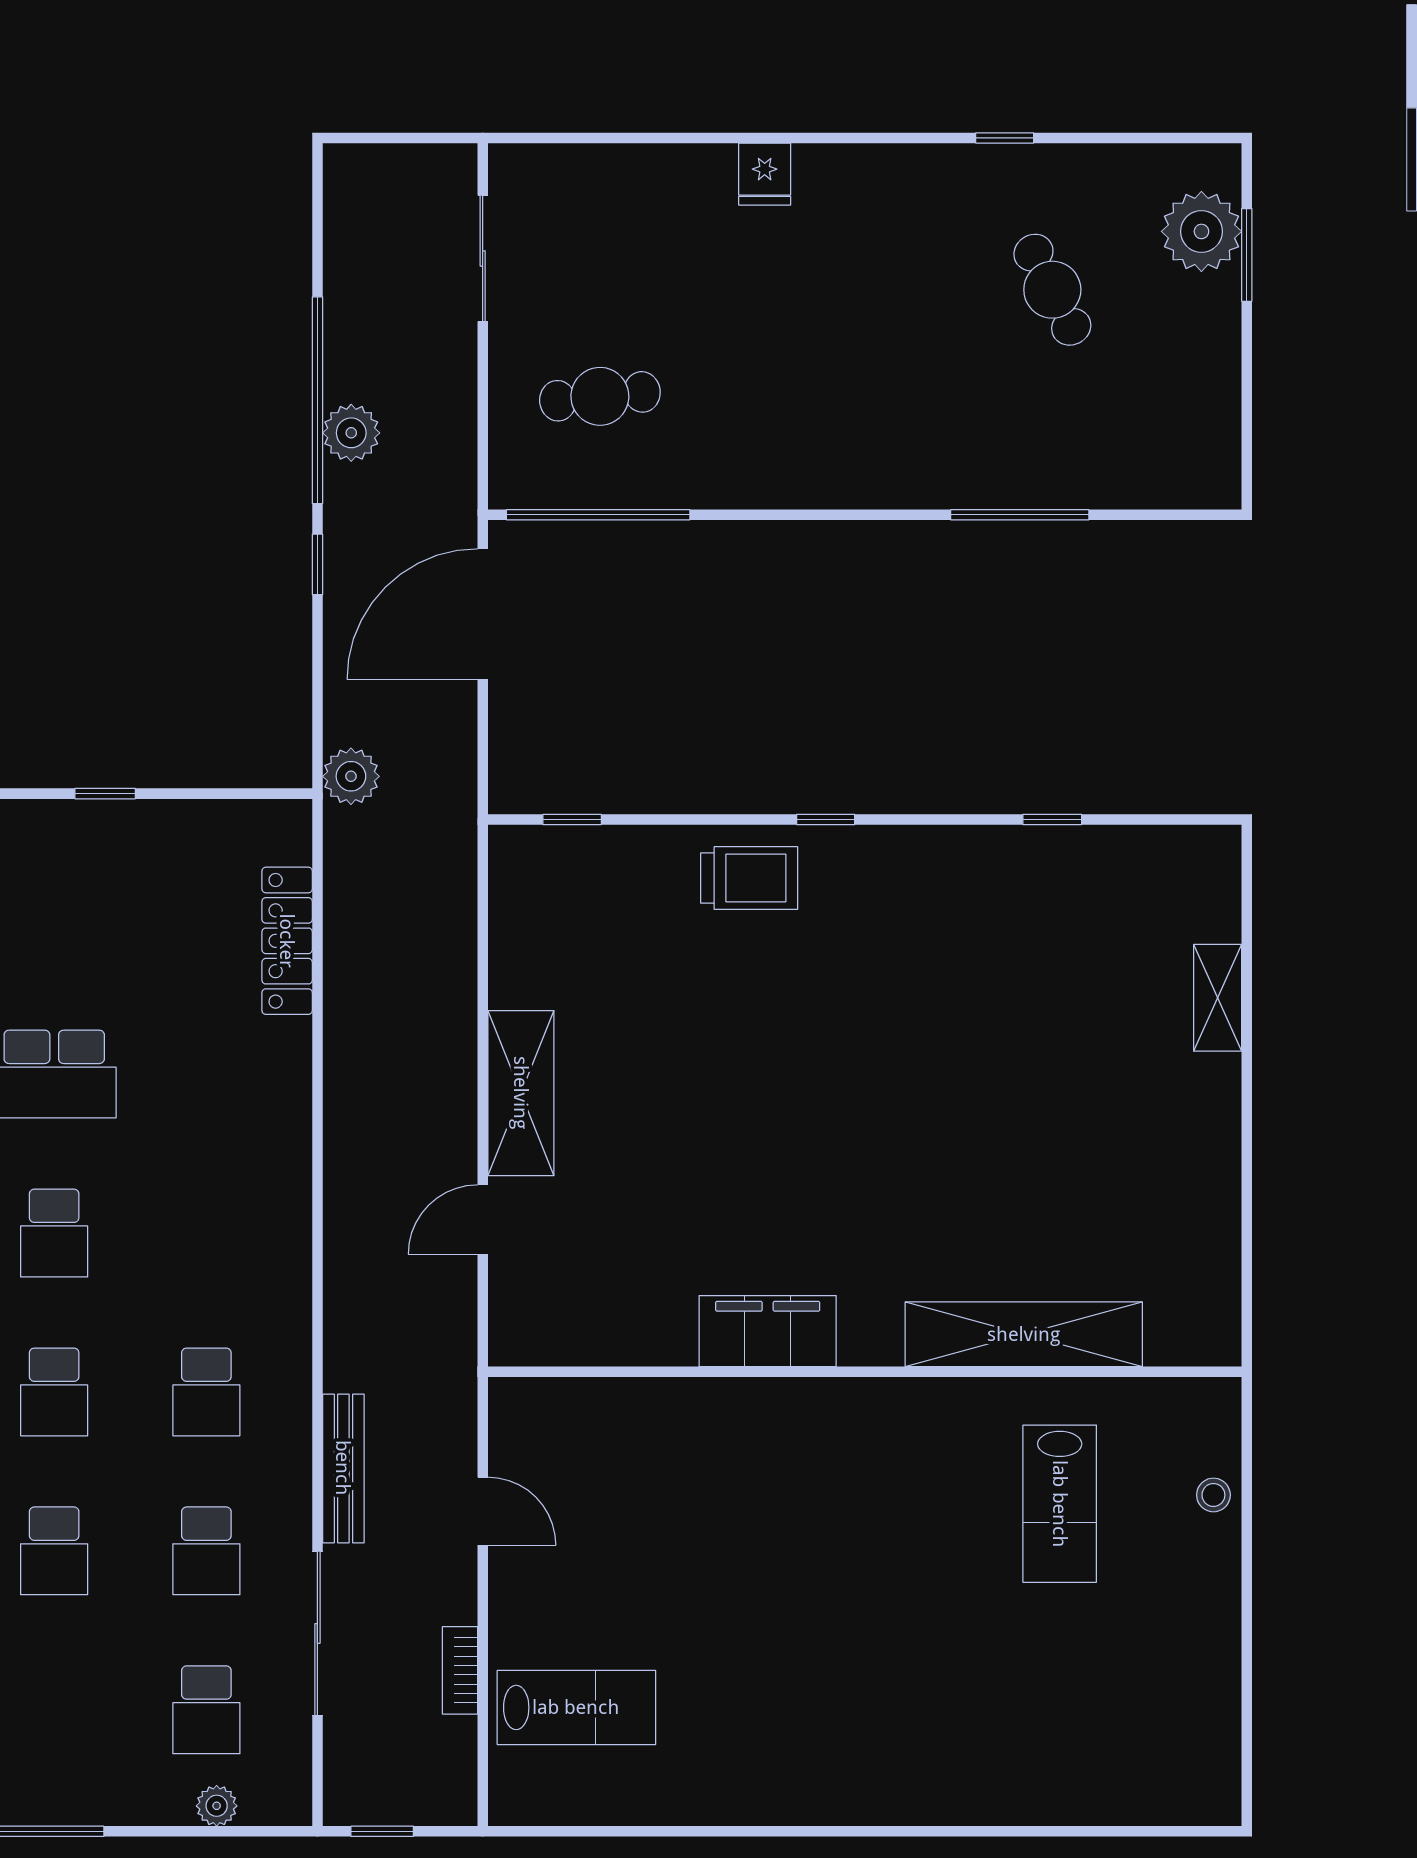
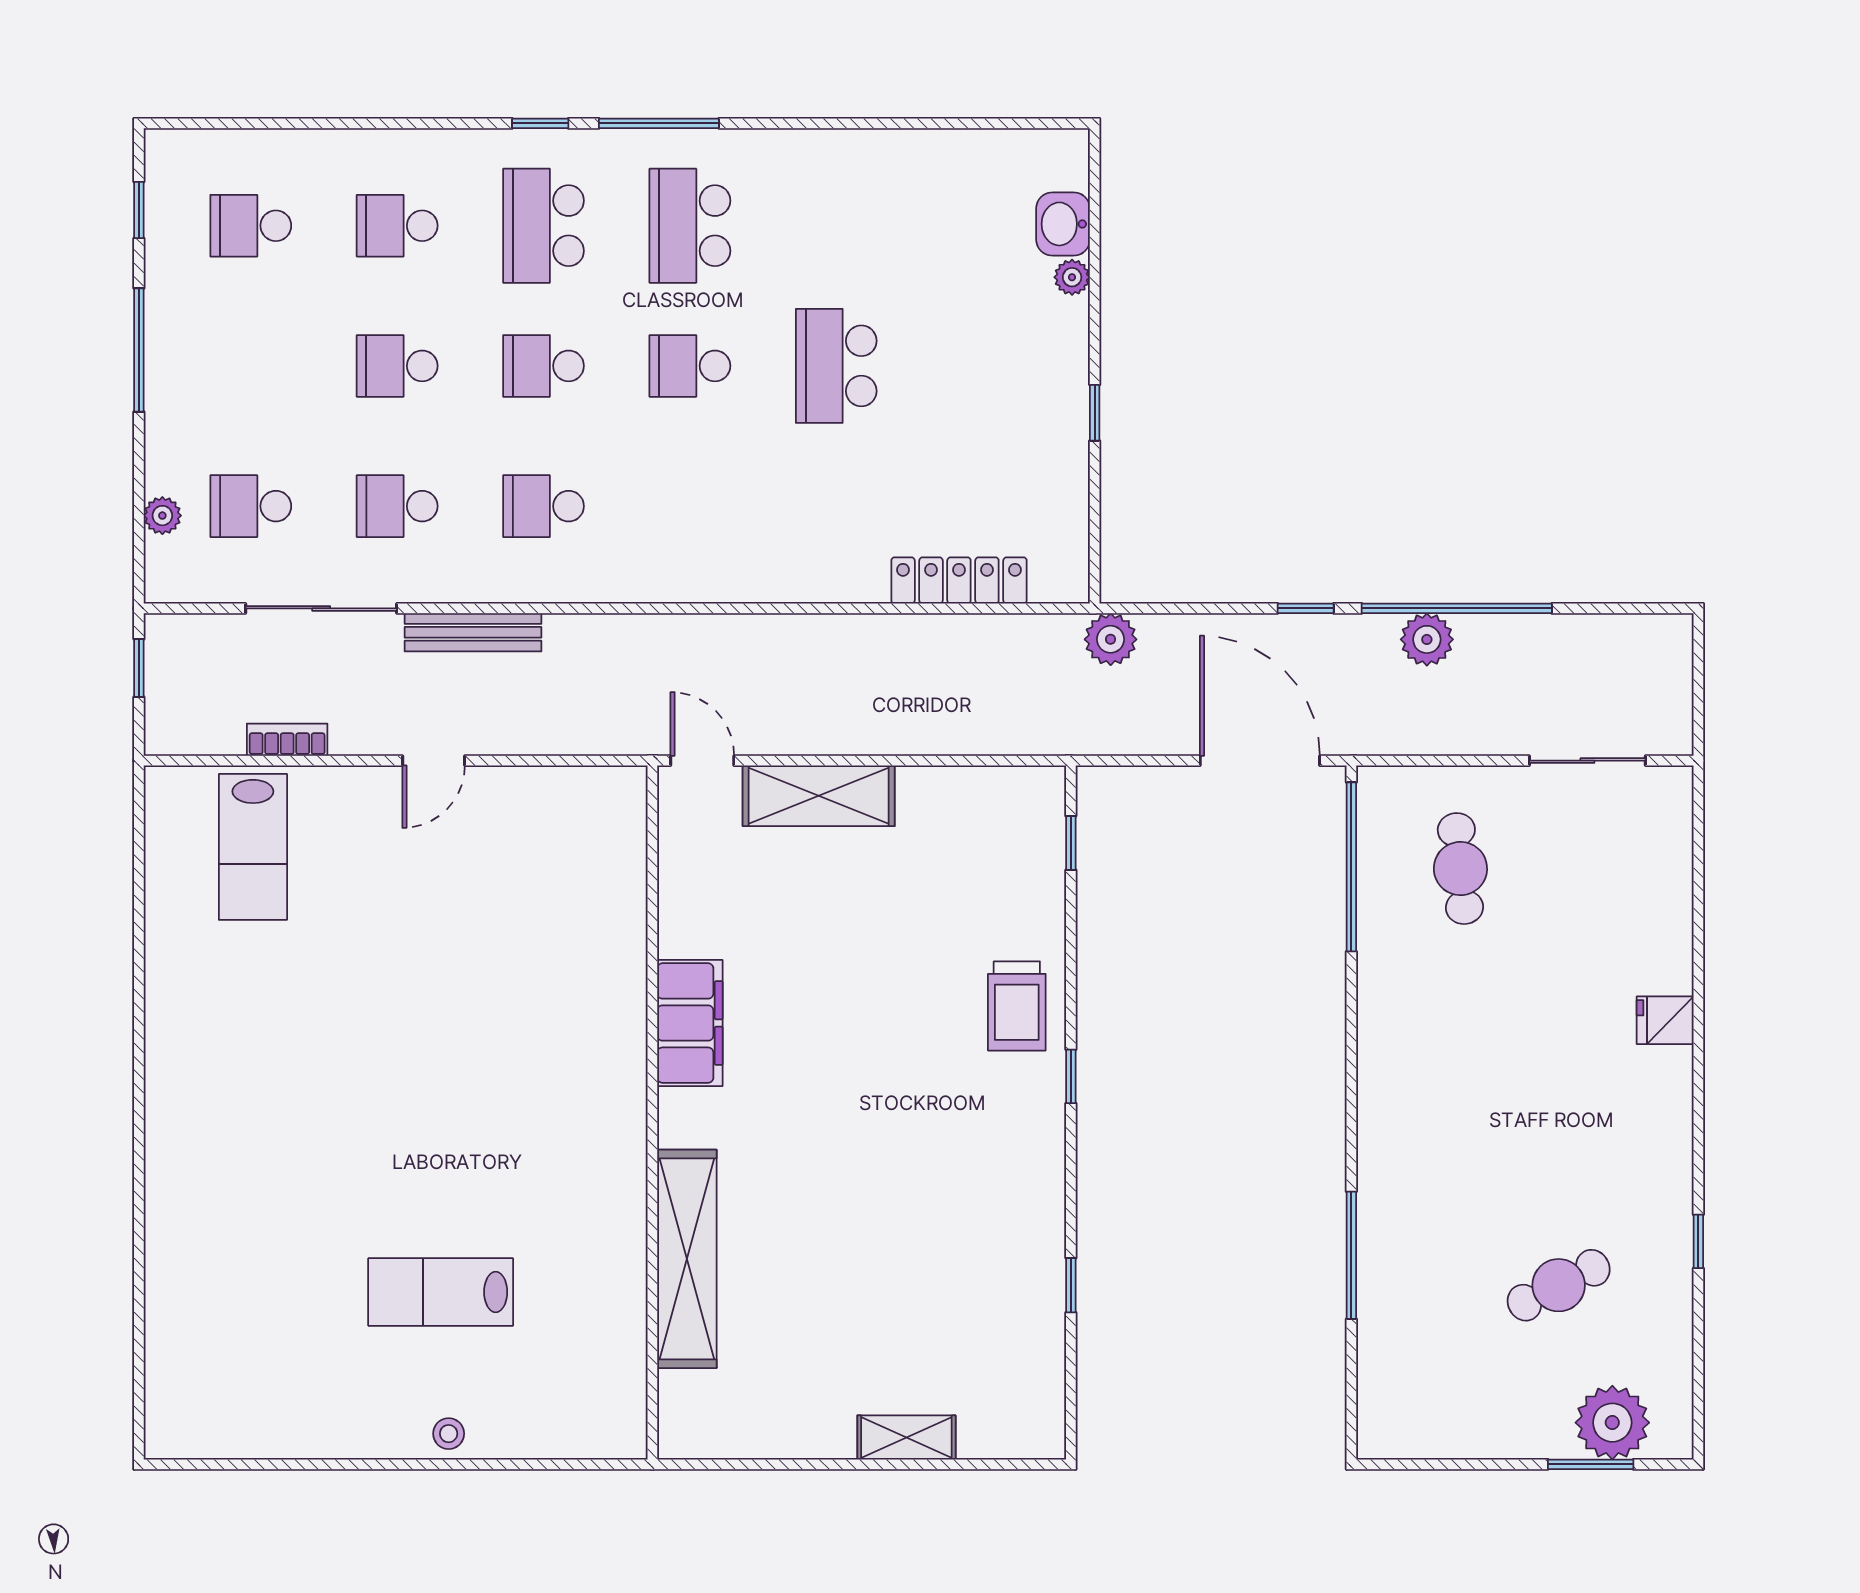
filing cabinet: (768, 1331) -> (690, 1023), moved
shelving: (1024, 1334) -> (687, 1259), moved
wall: (865, 1372) -> (652, 1112), moved

